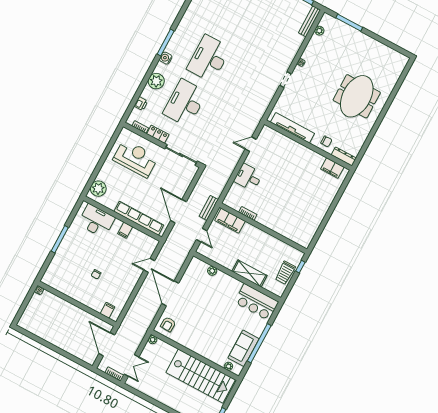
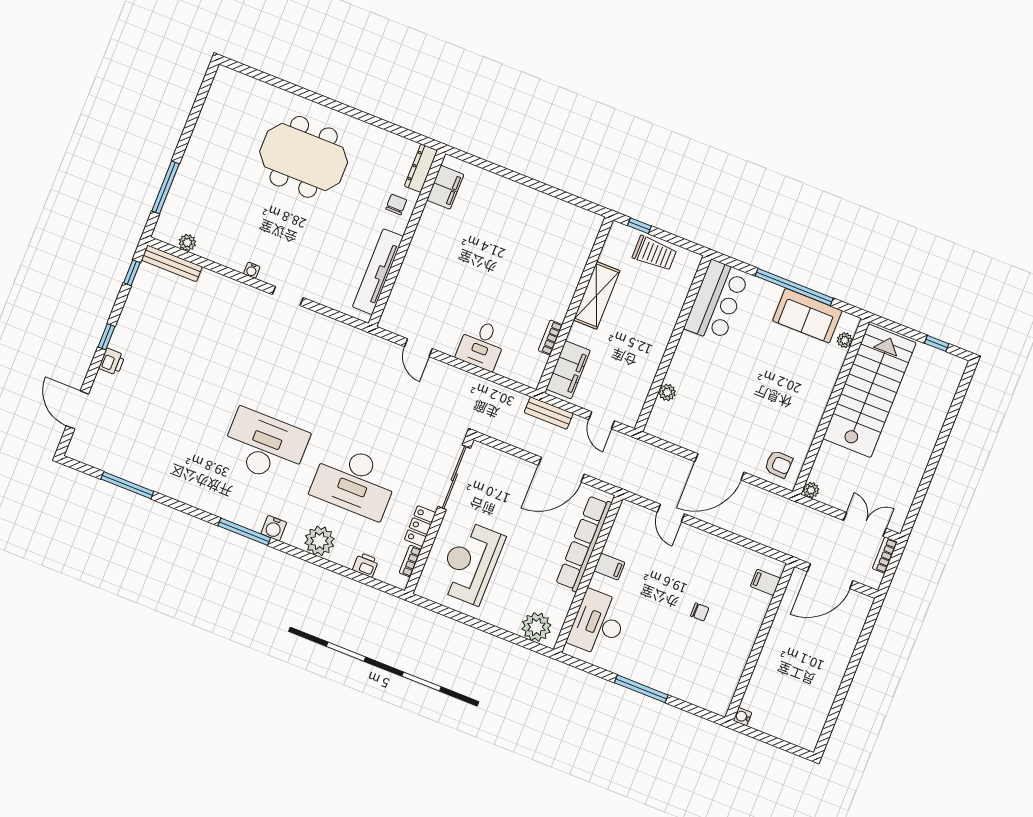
desk: (209, 58) -> (265, 446), turned 180
door: (202, 235) -> (602, 420), swing flipped
shelving: (249, 273) -> (597, 295), moved

